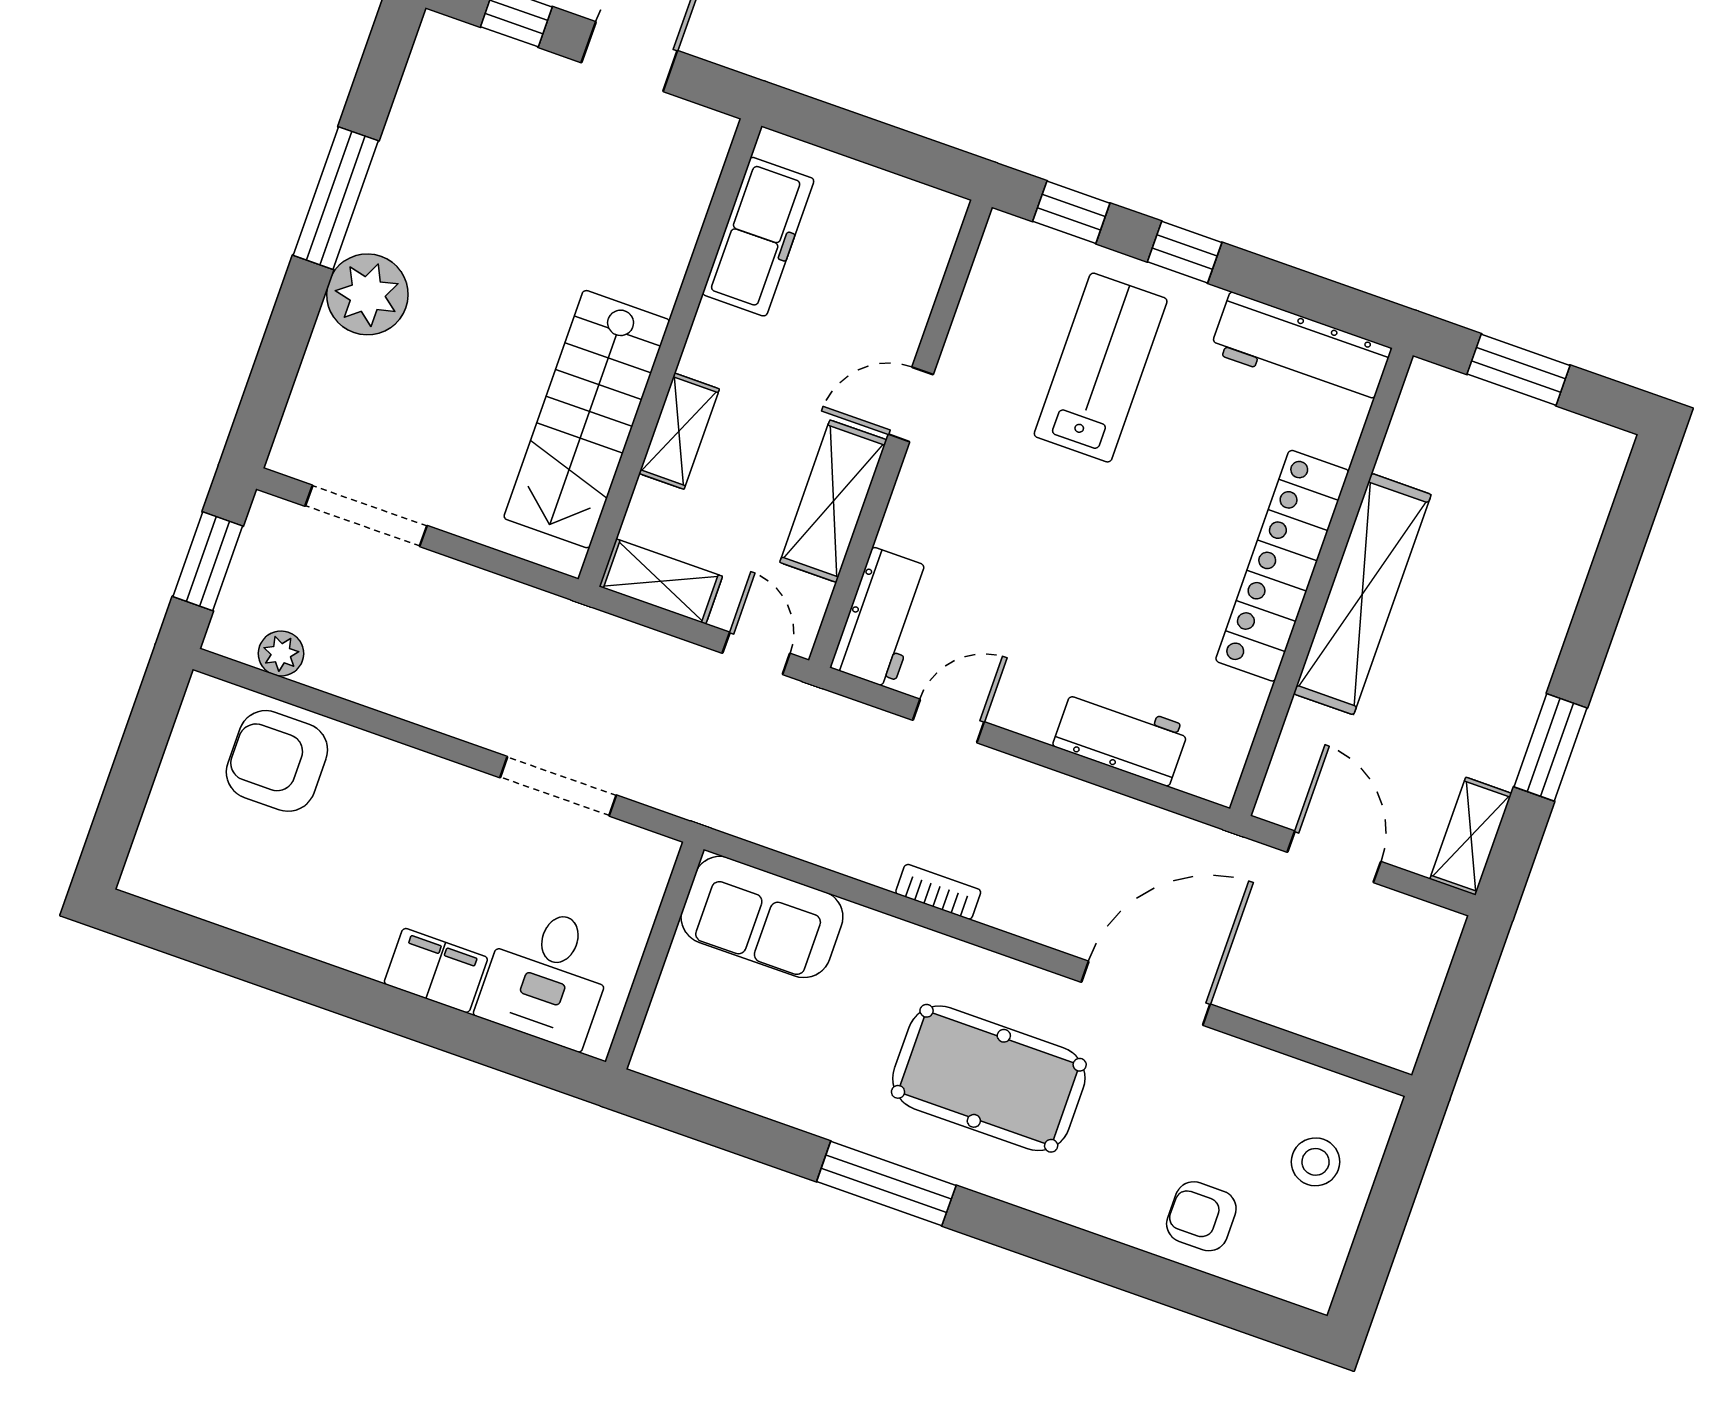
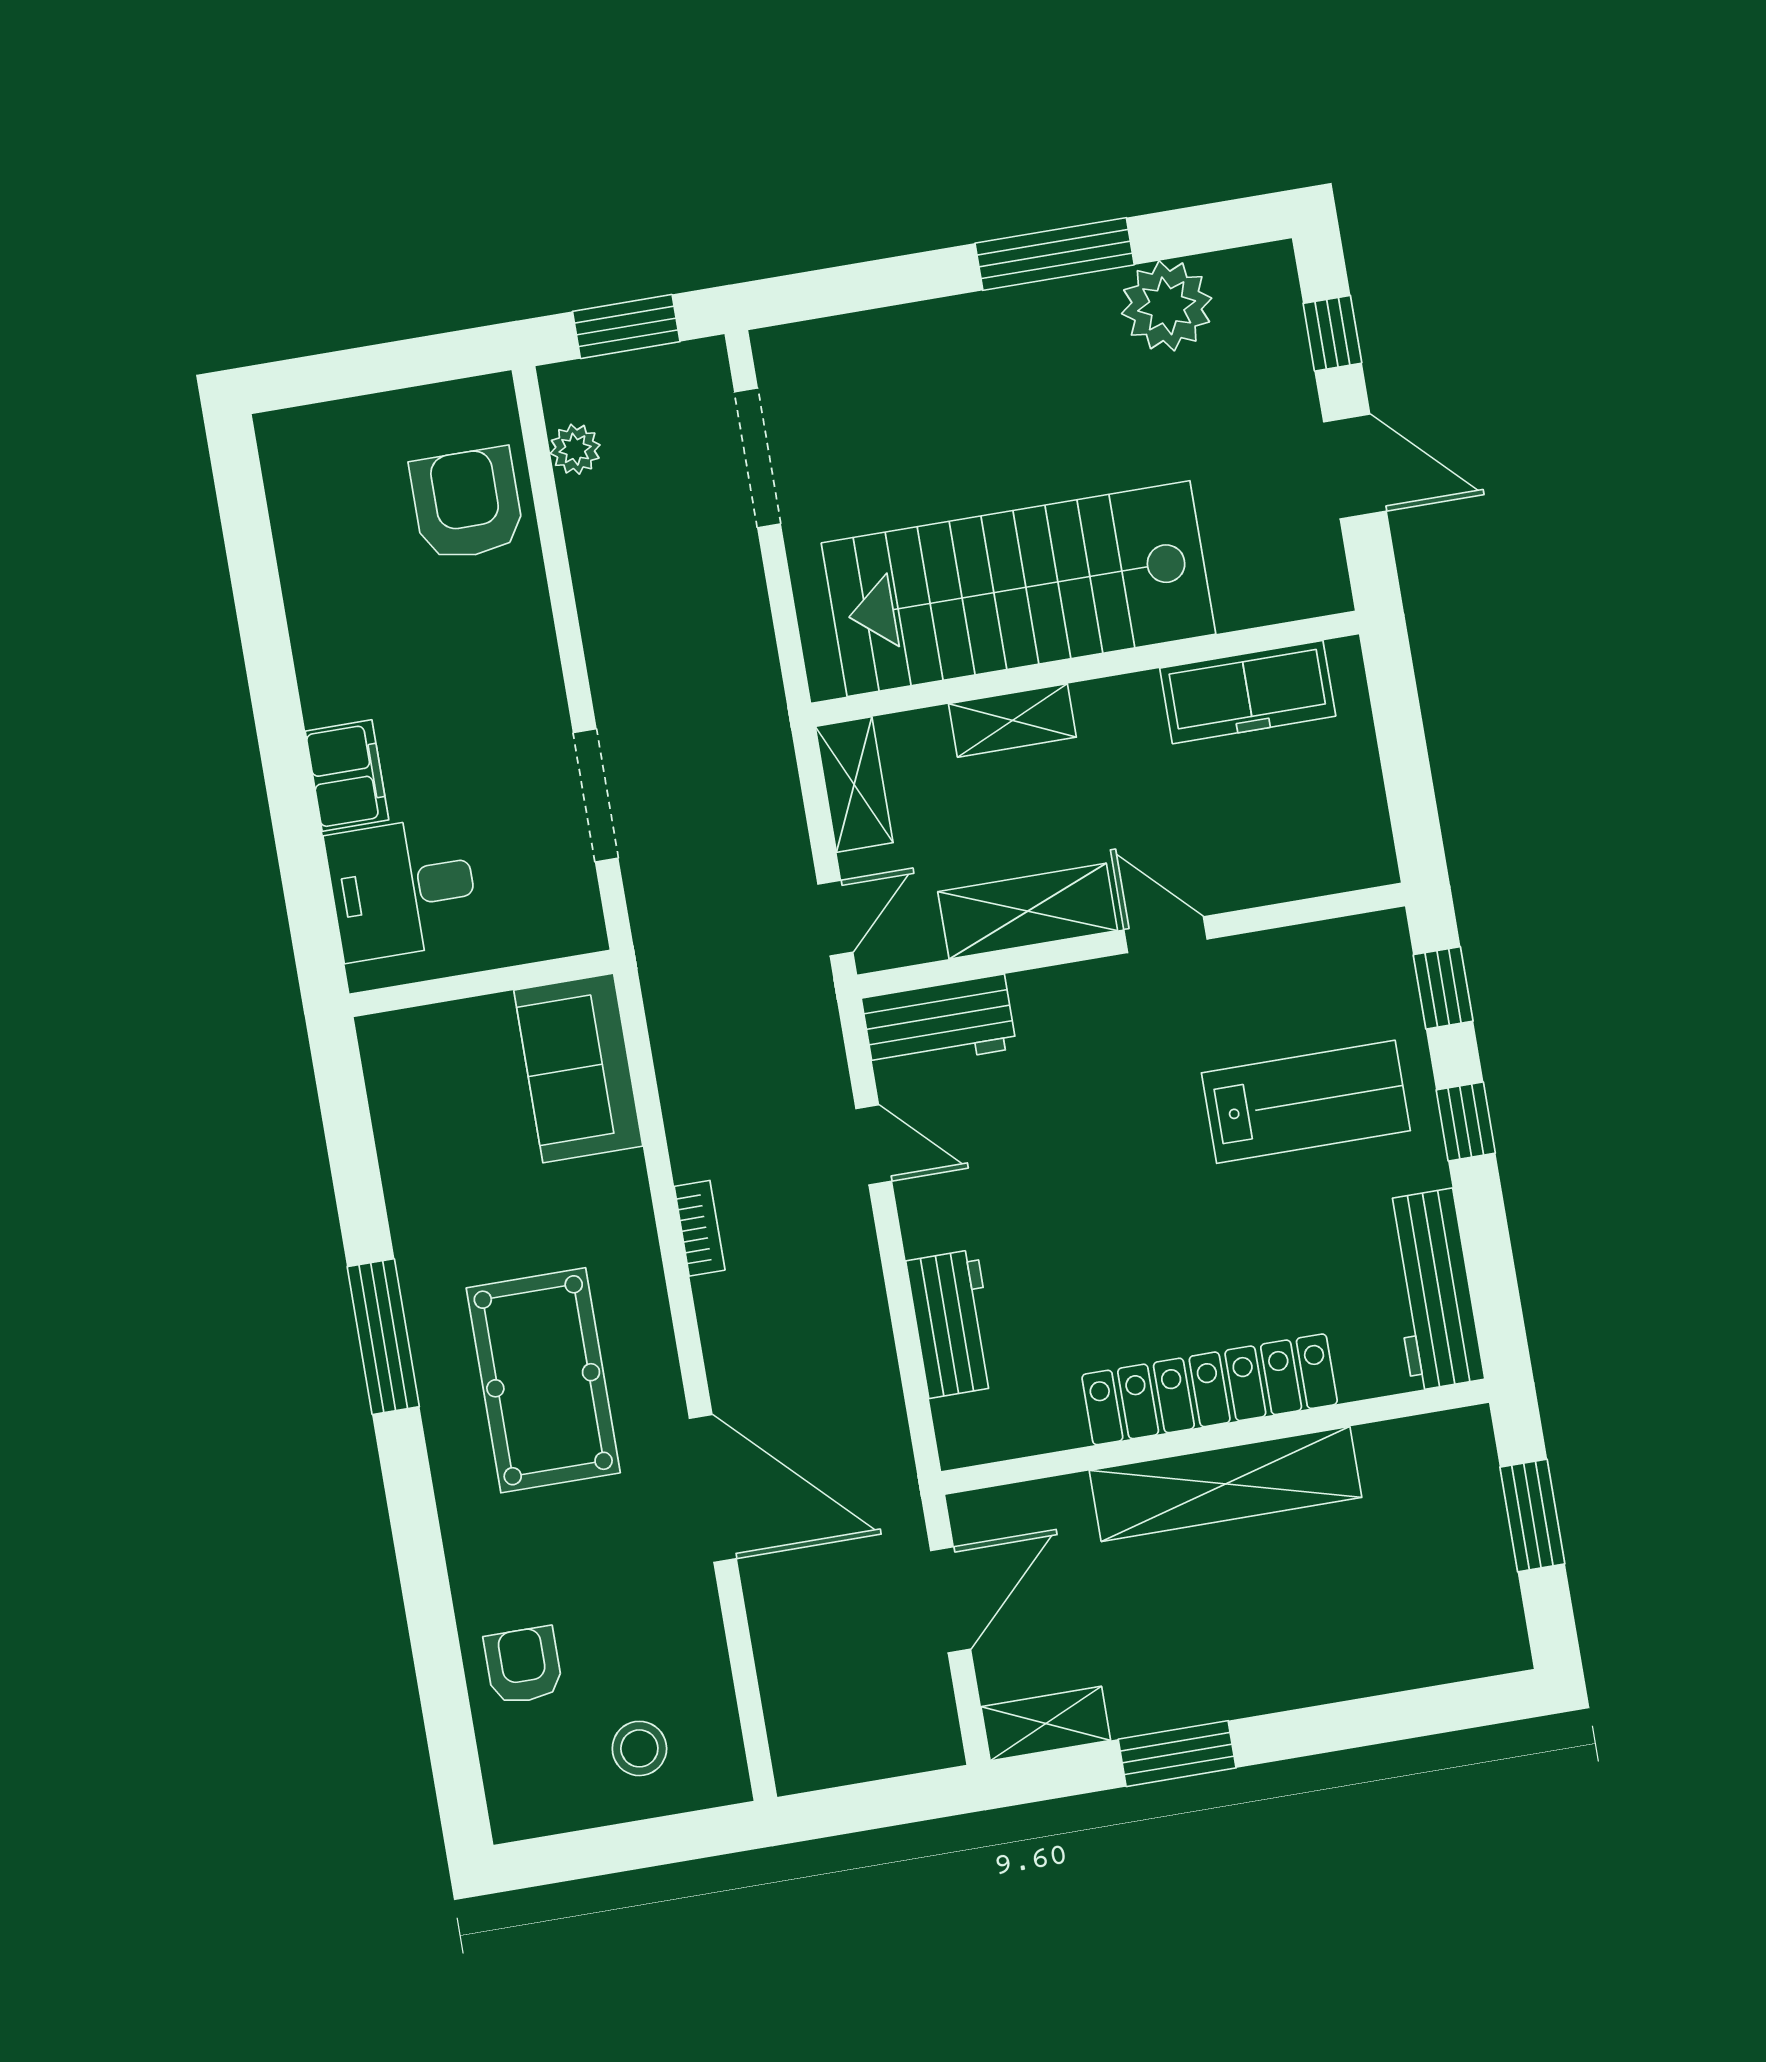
plant: (367, 294) -> (1167, 306), moved
stairs: (587, 419) -> (1019, 589), width x1.36, depth x1.51

